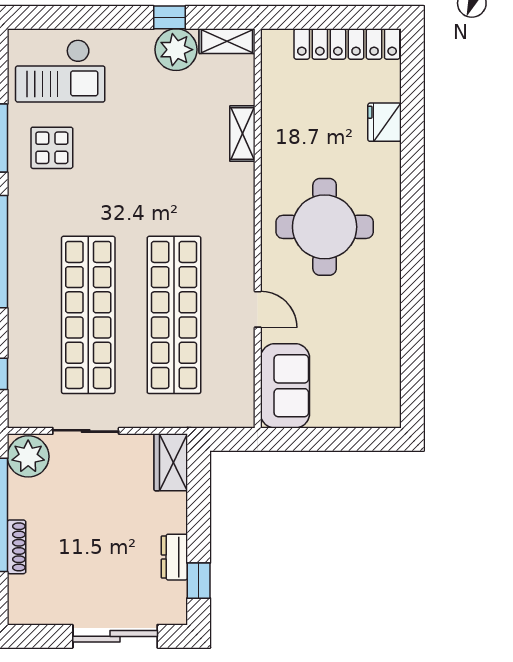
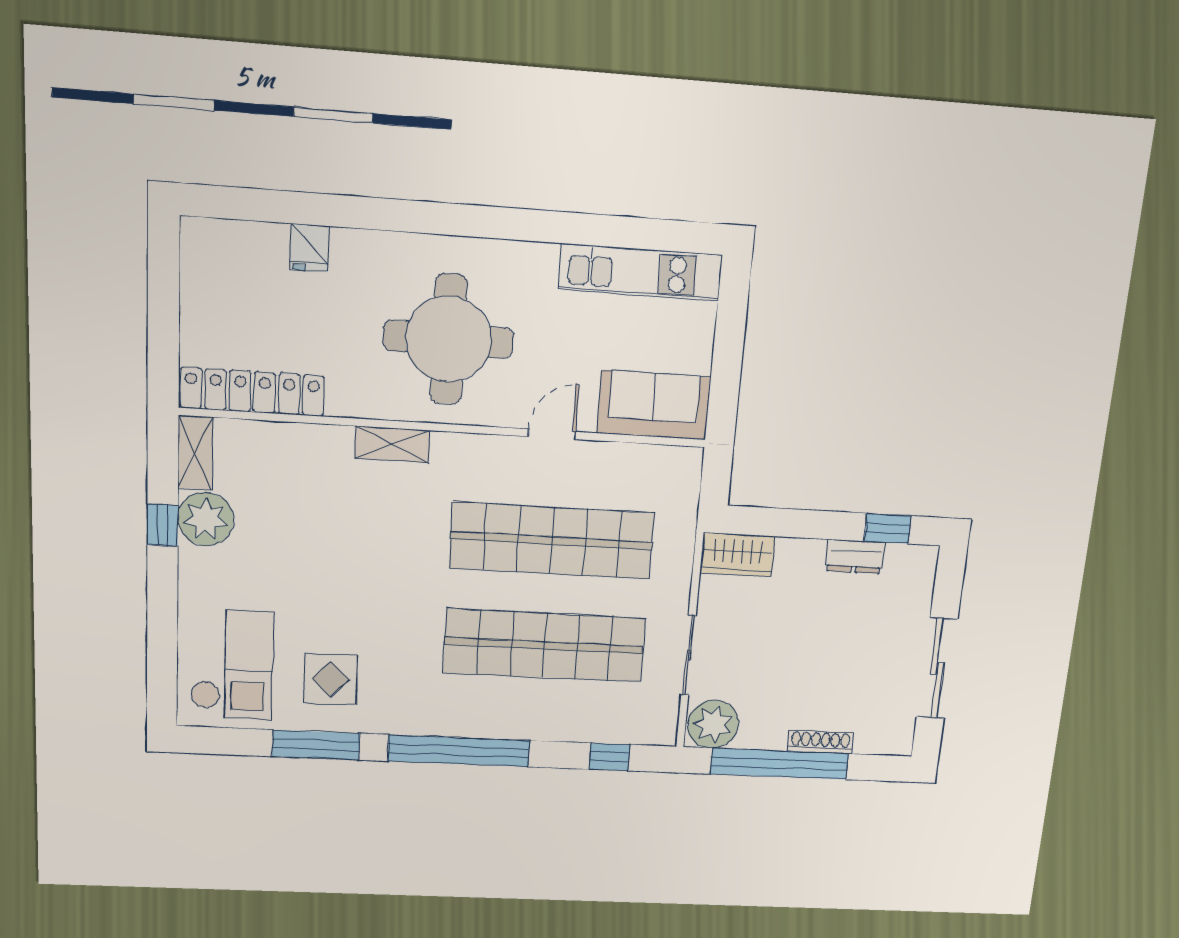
locker: (347, 44) -> (252, 392), moved, turned -90
fridge: (385, 122) -> (310, 248), width x0.72
shelving: (242, 134) -> (392, 444), moved
kitchen unit: (384, 367) -> (640, 272), added
sliding door: (115, 636) -> (937, 668), moved

